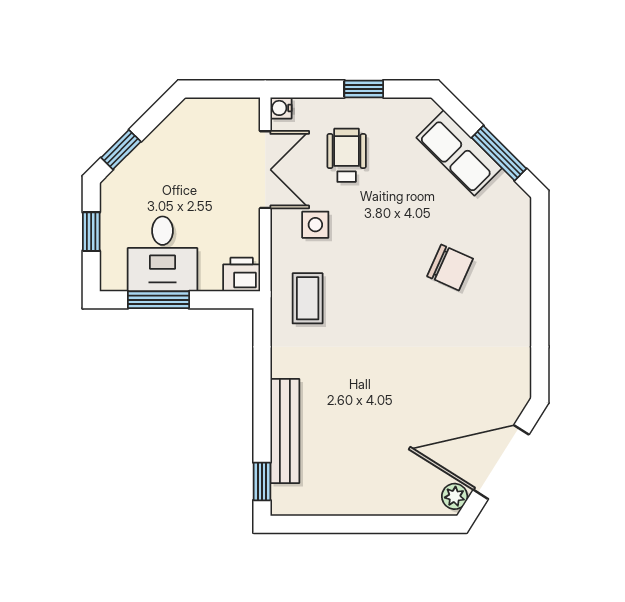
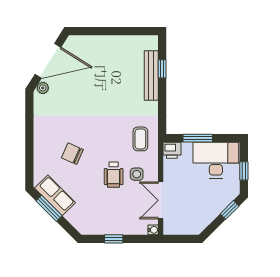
row of seats: (459, 153) -> (55, 195), moved
wheelchair: (347, 155) -> (114, 175), moved
desk: (163, 254) -> (216, 160), width x1.37
window: (158, 300) -> (198, 138), moved
window: (262, 481) -> (162, 69), moved
plant: (455, 496) -> (43, 88), moved

